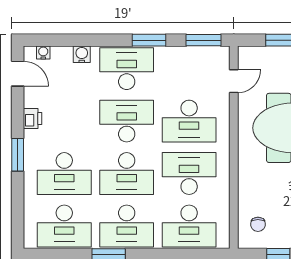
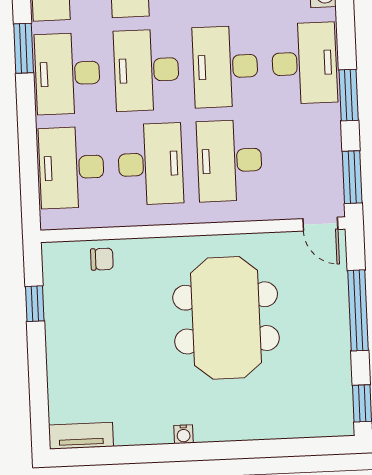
door: (234, 81) -> (320, 224), moved
desk: (127, 121) -> (225, 67), turned 180
chair: (258, 224) -> (102, 259), moved, turned 180

